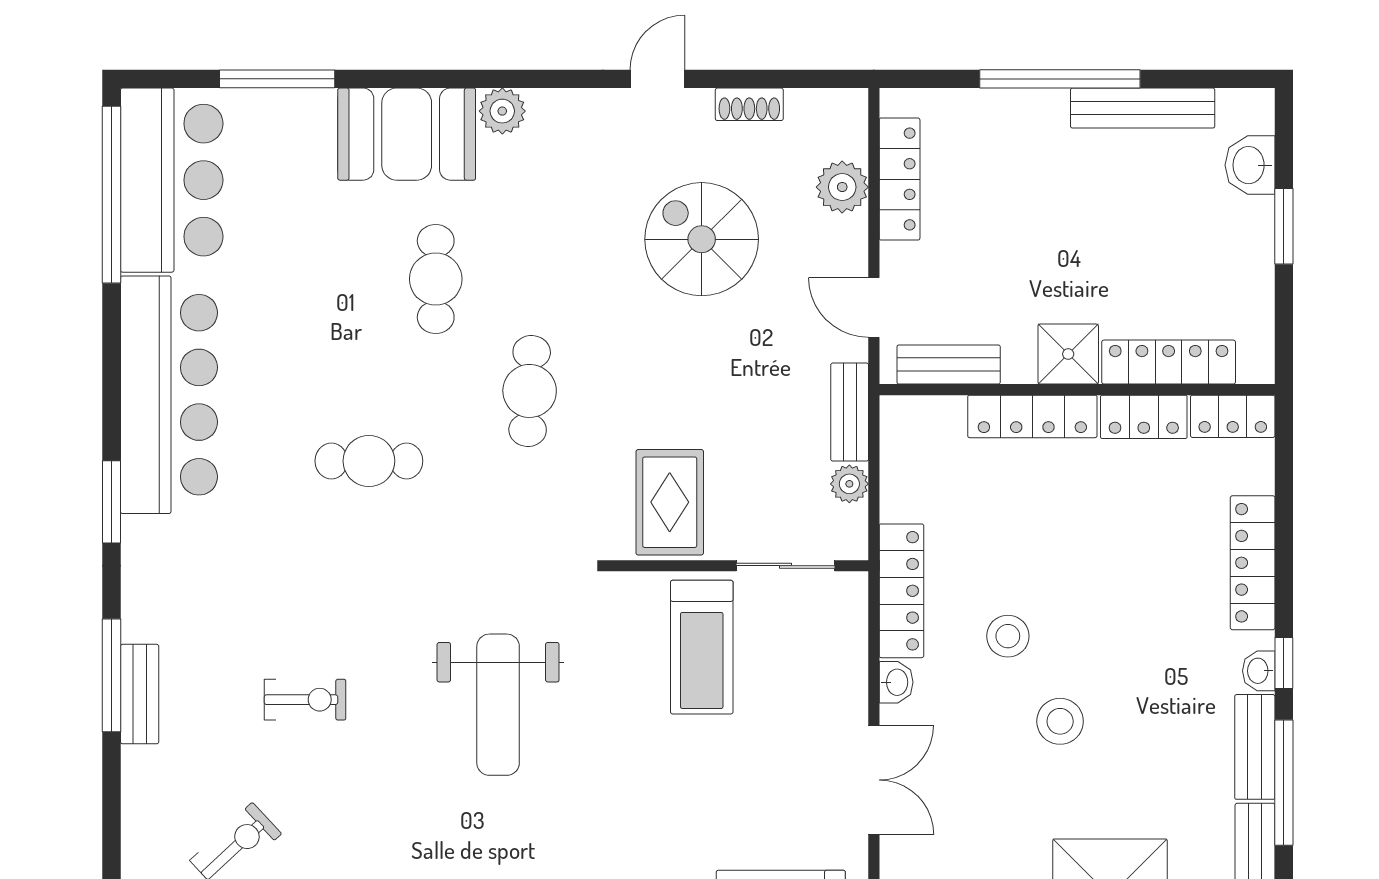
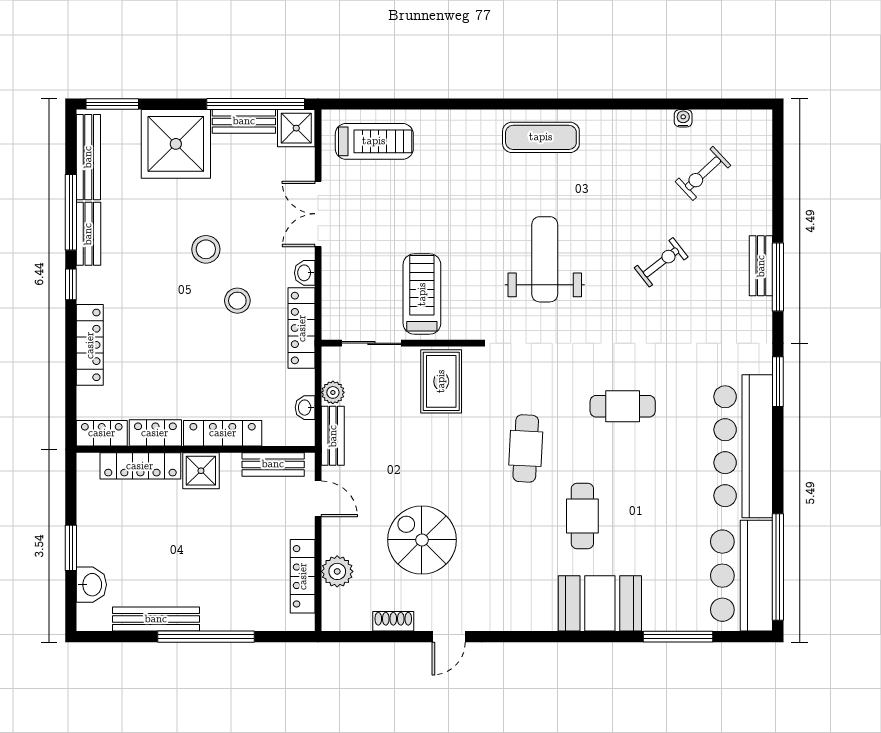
plant: (502, 111) -> (542, 617), removed
spiral stairs: (702, 239) -> (422, 540), turned 180
washbasin: (1259, 671) -> (305, 408), moved, turned 180
exercise bike: (305, 700) -> (661, 262), turned 142

